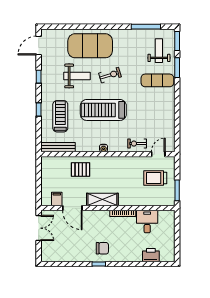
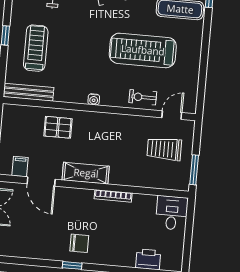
treadmill: (103, 110) -> (143, 50), moved
desk: (147, 222) -> (172, 213), moved

